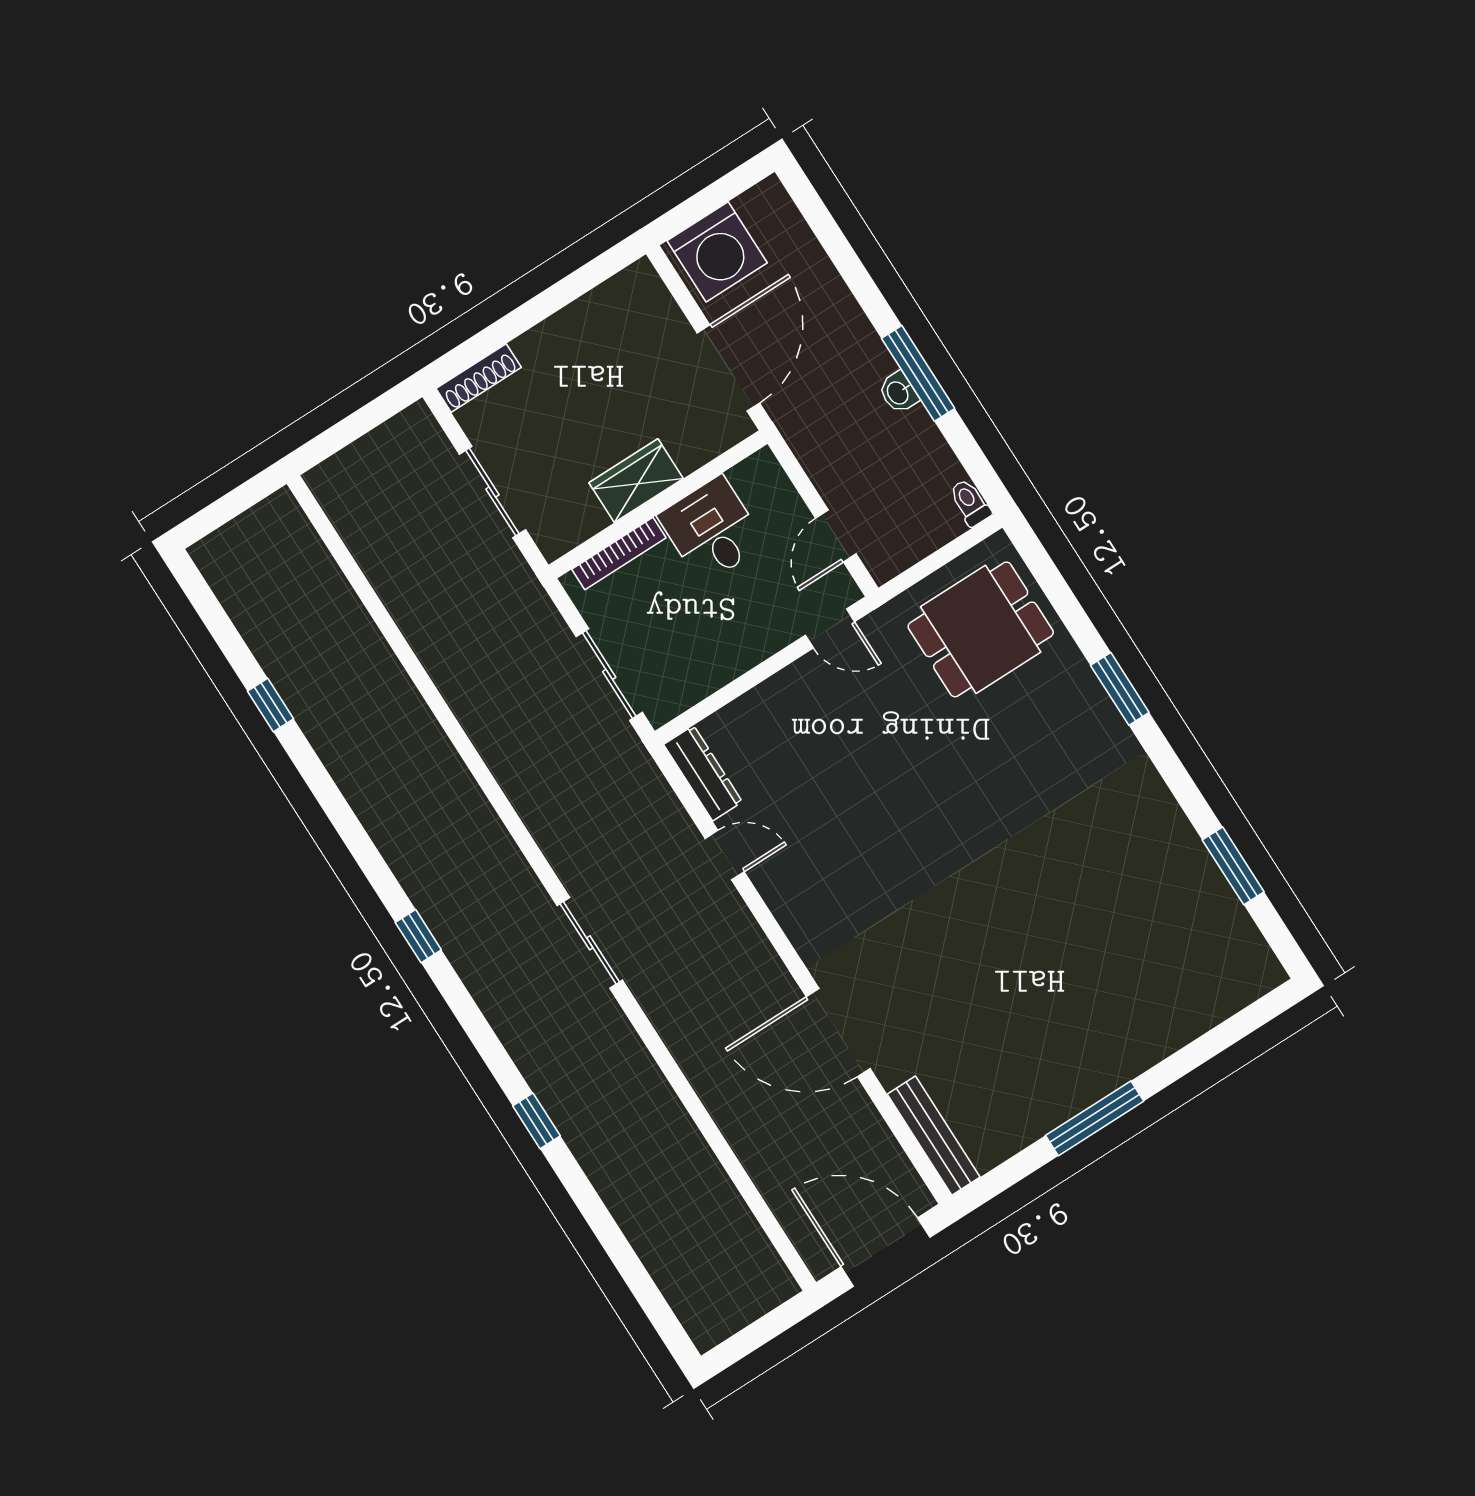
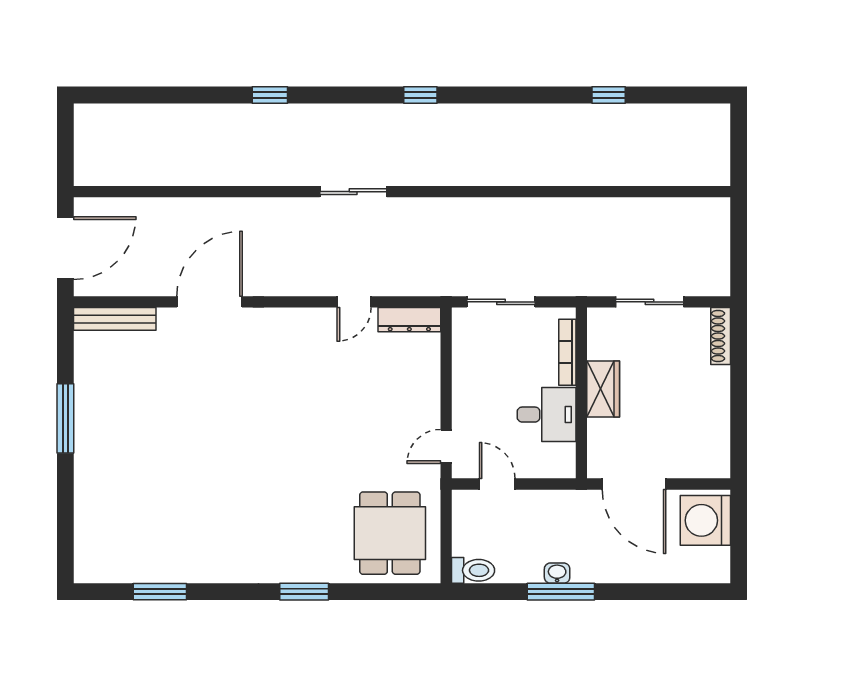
toilet: (970, 503) -> (473, 570), width x1.37, depth x1.39

